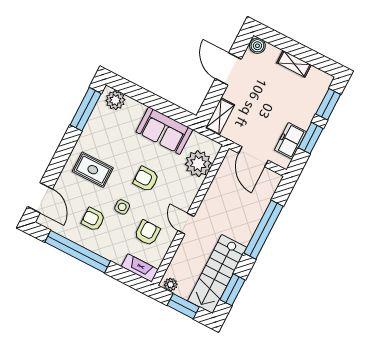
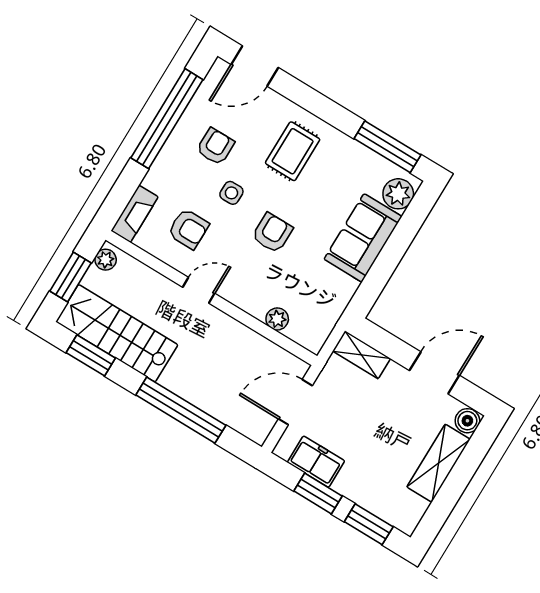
shelving: (294, 64) -> (439, 463), width x1.50, depth x1.33
sofa: (164, 131) -> (363, 238), moved
plant: (198, 164) -> (277, 319), width x0.53, depth x0.53

